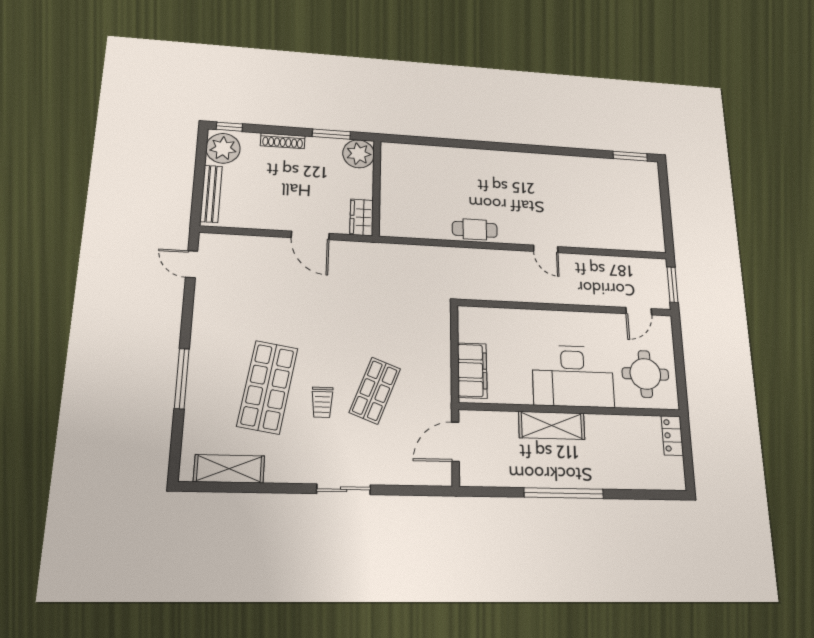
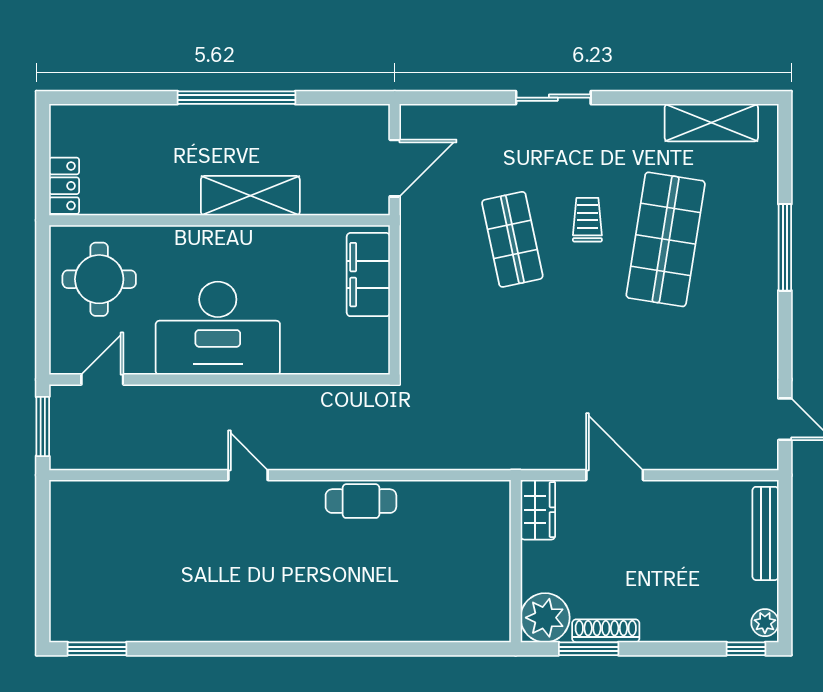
shoe rack: (283, 141) -> (606, 631), moved
plant: (223, 148) -> (765, 623), width x0.53, depth x0.53
desk: (573, 376) -> (218, 328), moved, turned 180
shop shelf: (375, 391) -> (512, 239), turned -33

